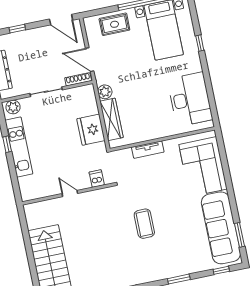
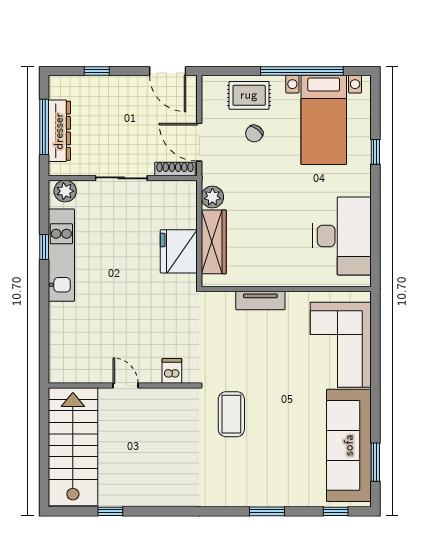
chair: (122, 47) -> (254, 134), added
dishwasher: (97, 179) -> (172, 371), moved
wall: (68, 194) -> (123, 386), moved
door: (70, 194) -> (126, 386), moved

